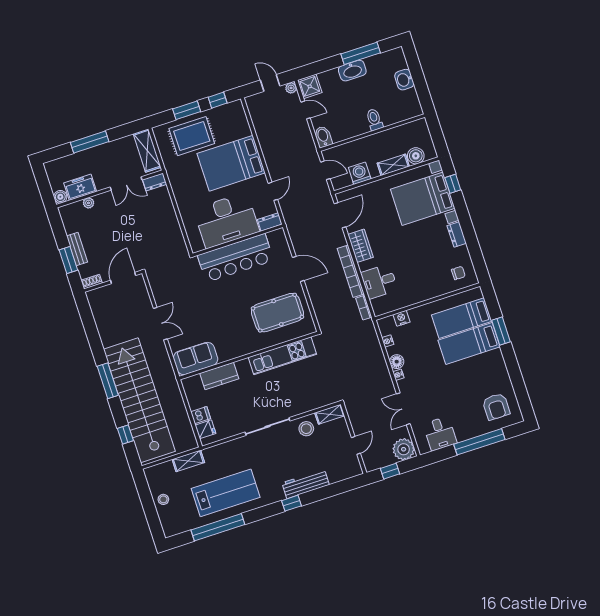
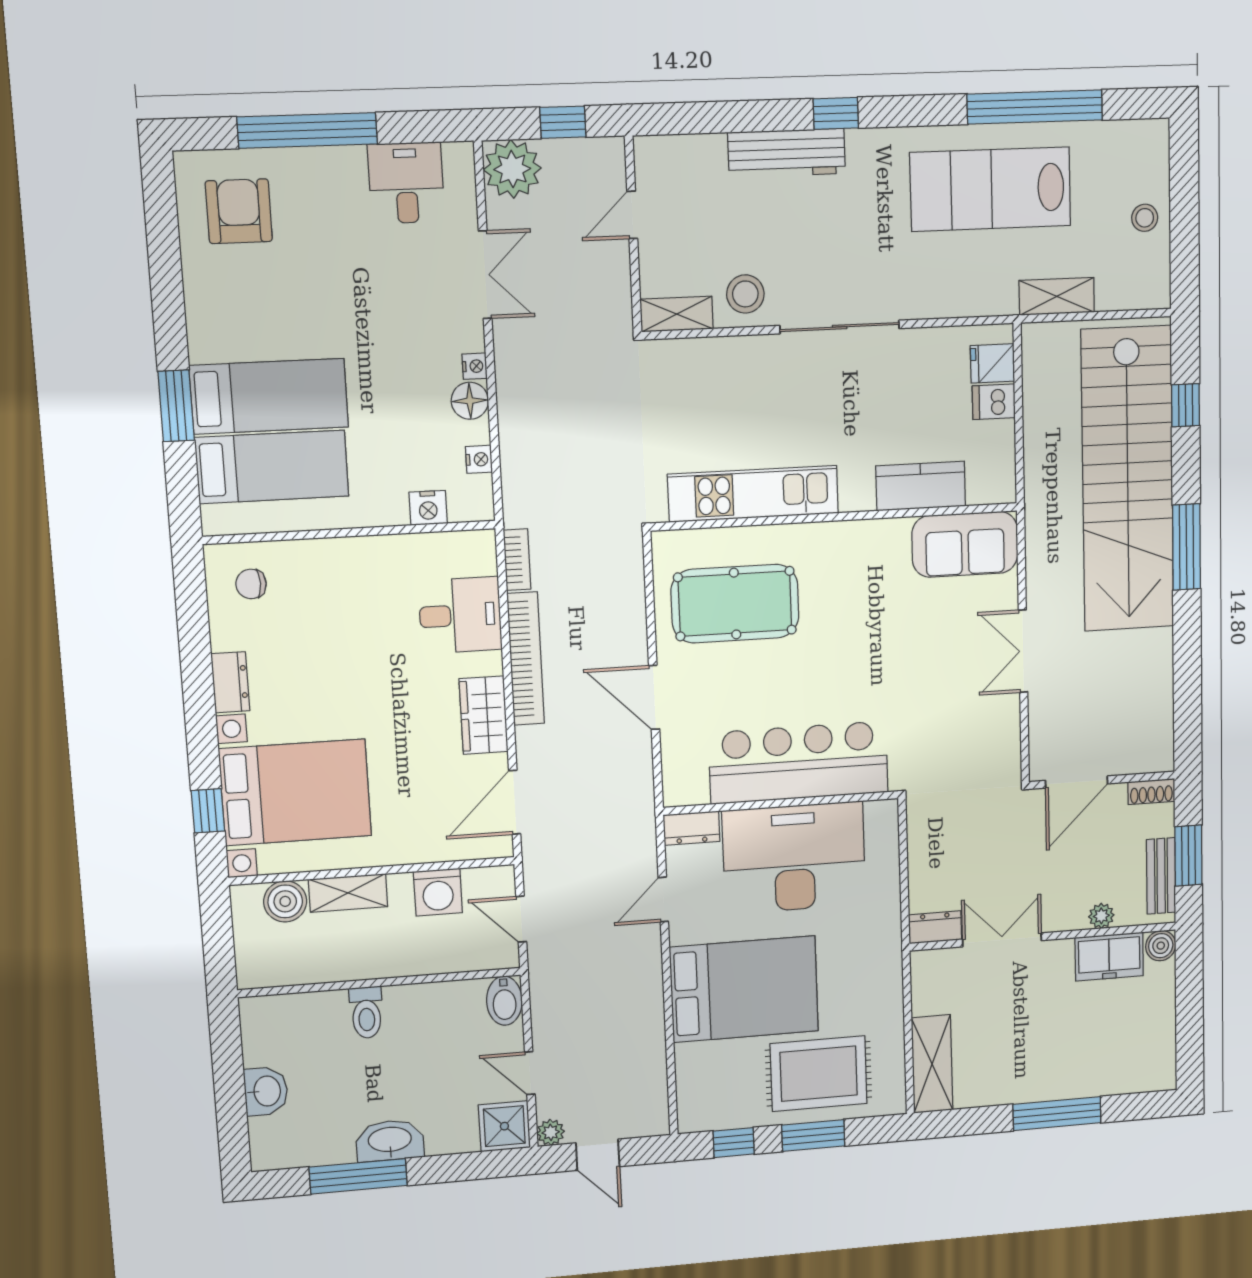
dresser: (155, 182) -> (935, 927), moved
double door: (126, 183) -> (1002, 940), moved
freezer: (80, 187) -> (1109, 957), moved
wall: (110, 189) -> (1043, 937), moved
boiler: (60, 197) -> (1161, 946), moved
plant: (89, 203) -> (1101, 916), moved

